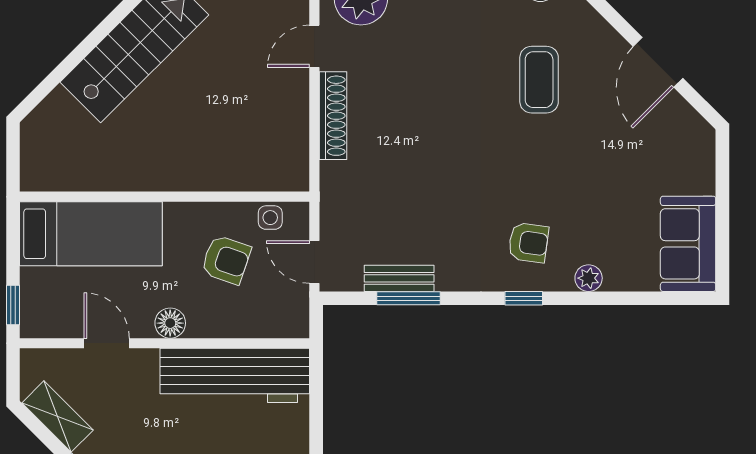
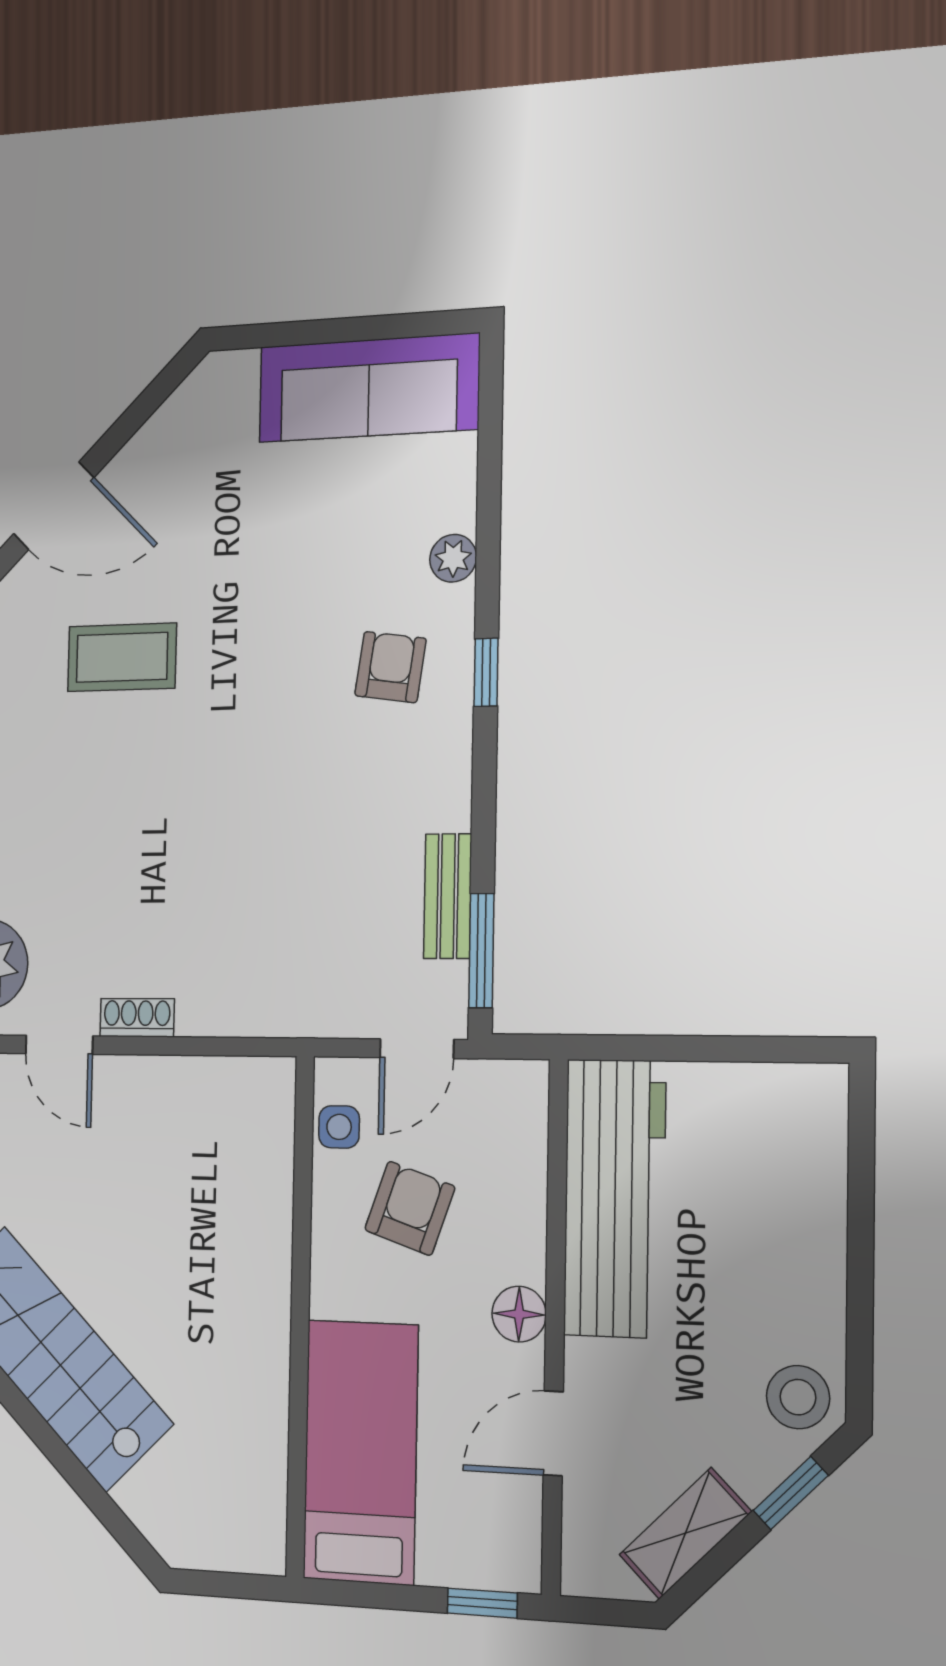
door: (658, 62) -> (54, 506), moved
shoe rack: (333, 116) -> (137, 1018), width x0.51, depth x0.81
sofa: (688, 244) -> (369, 388), width x1.36
window: (409, 298) -> (481, 951), moved

